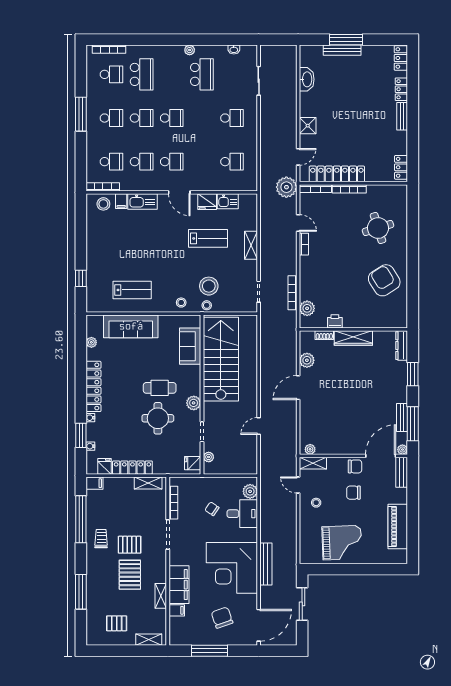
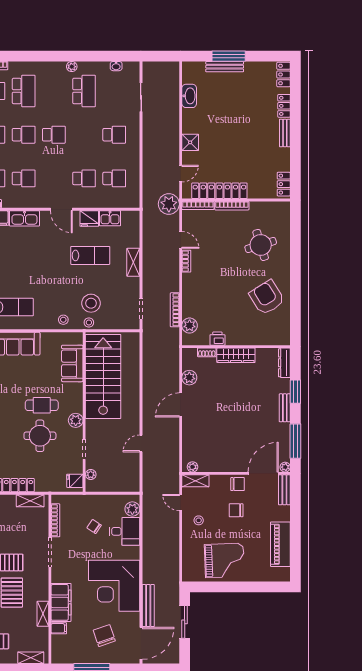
school desk: (172, 162) -> (84, 178), moved
bench: (402, 418) -> (285, 408), moved
bench: (266, 564) -> (148, 606), moved

